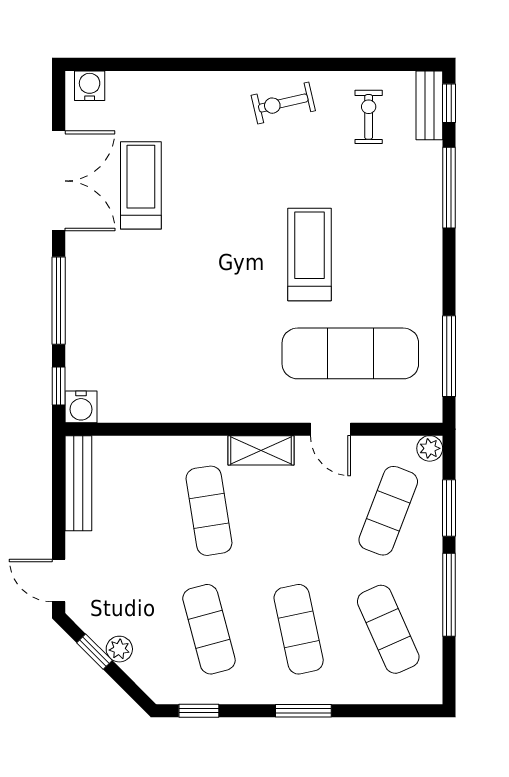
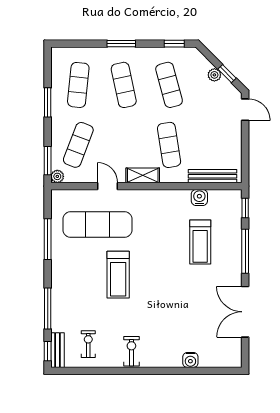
water cooler: (90, 86) -> (190, 360), moved
exercise bike: (283, 103) -> (131, 351), turned -77
exercise bike: (369, 117) -> (88, 344), turned 180
treadmill: (141, 185) -> (200, 242), moved
window: (449, 356) -> (48, 239), moved
water cooler: (81, 407) -> (199, 197), moved
bench: (78, 483) -> (212, 176), moved, turned 90
window: (449, 508) -> (48, 161), moved
window: (449, 595) -> (48, 102), width x0.69
exercise mat: (388, 629) -> (78, 85), turned 30

